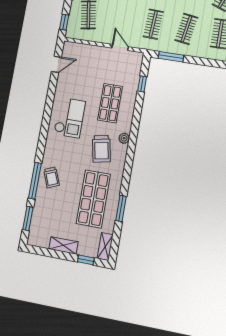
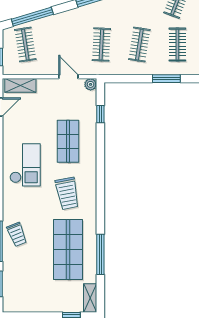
window: (171, 57) -> (166, 79), moved
plant: (124, 138) -> (91, 84), moved
window: (121, 208) -> (100, 254), width x1.44
shelving: (63, 245) -> (20, 85), moved

